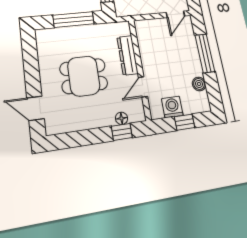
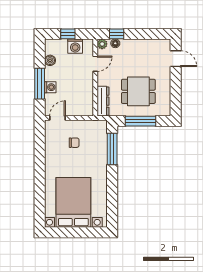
washing machine: (192, 50) -> (50, 87), added
dresser: (127, 55) -> (103, 101), moved
dining table: (84, 76) -> (138, 91), moved
plant: (139, 115) -> (102, 44), added

